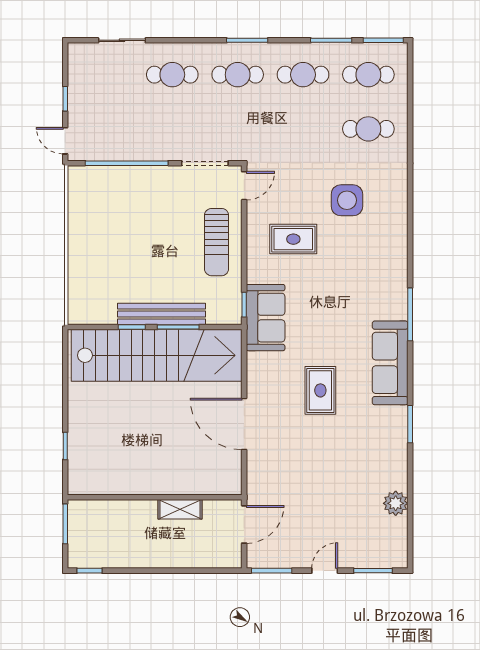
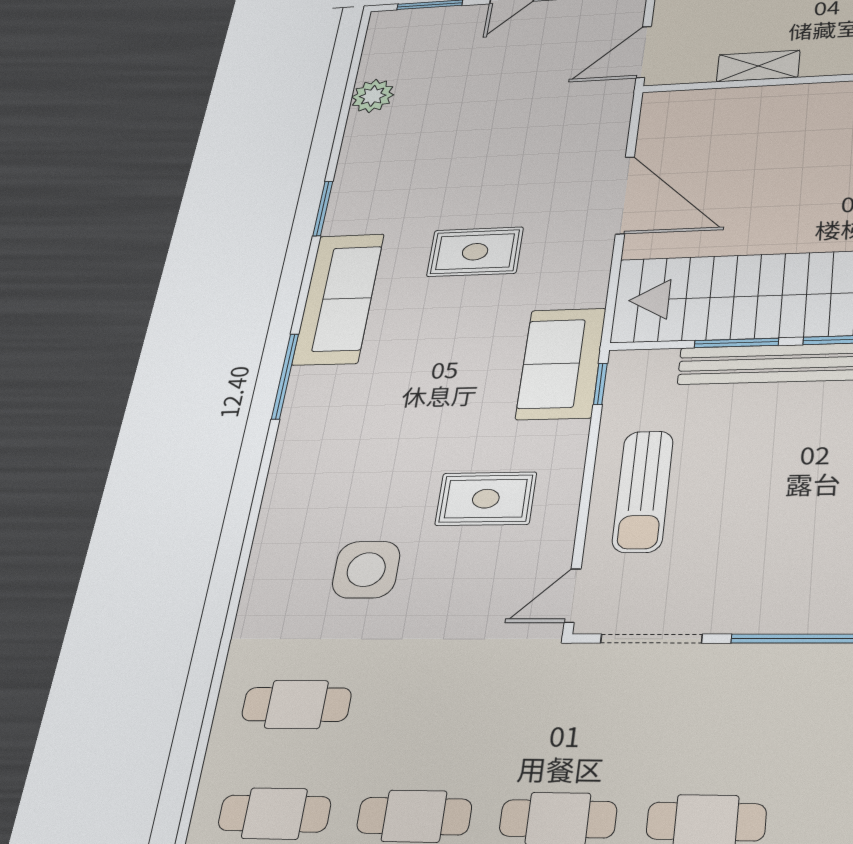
sun lounger: (217, 242) -> (643, 491), turned 180
rug: (320, 390) -> (475, 252), turned 90

